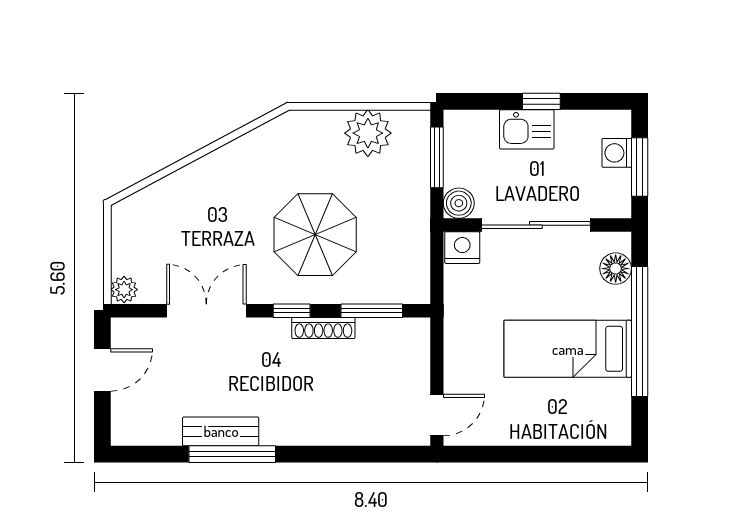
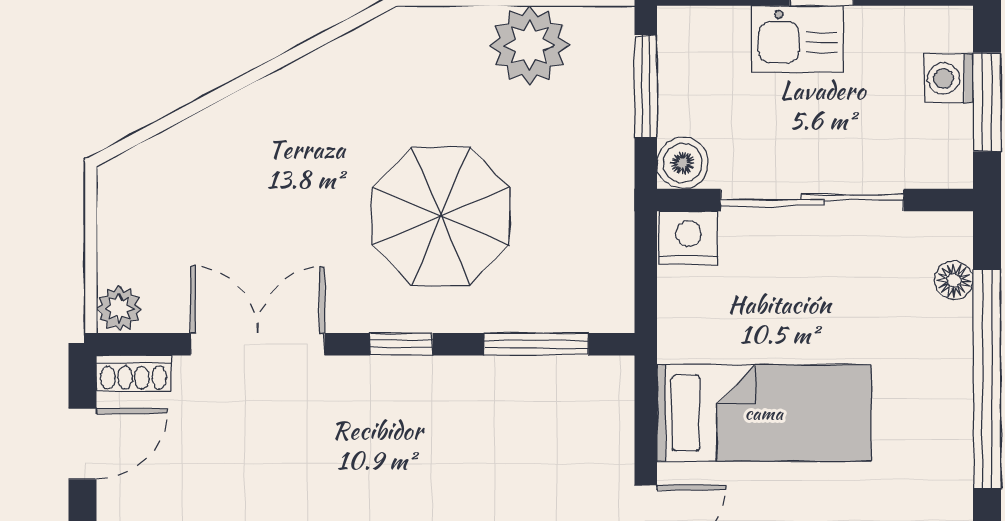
floor lamp: (616, 269) -> (954, 280), width x0.73, depth x0.73
shoe rack: (323, 328) -> (133, 373), moved, width x0.70
bed: (568, 349) -> (764, 413), moved, turned 180

